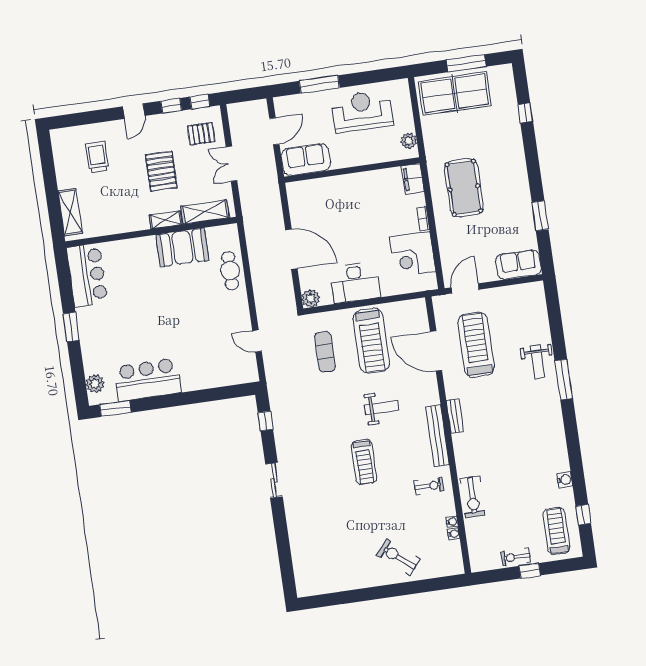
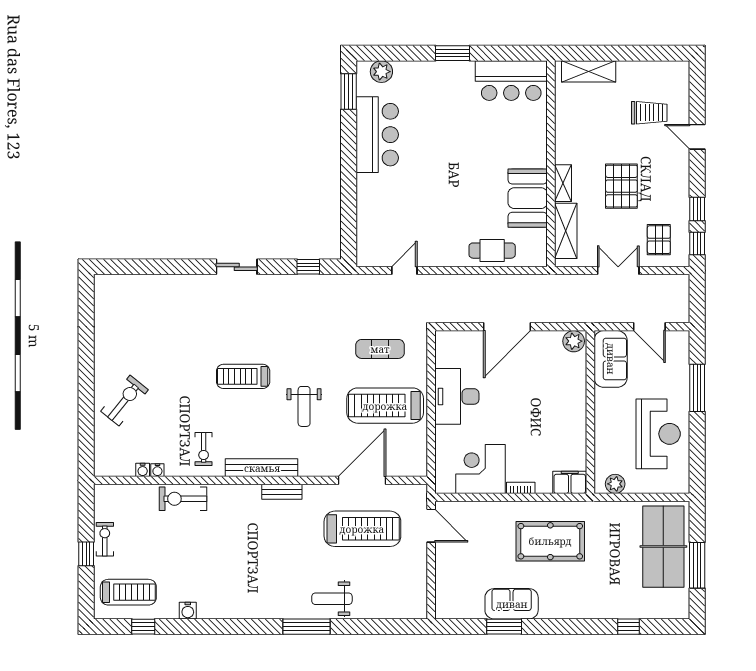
door: (134, 111) -> (697, 137), moved
pallet: (161, 171) -> (621, 186), turned 90
sofa: (518, 265) -> (512, 604), moved, turned -90
plant: (311, 298) -> (574, 341), moved

